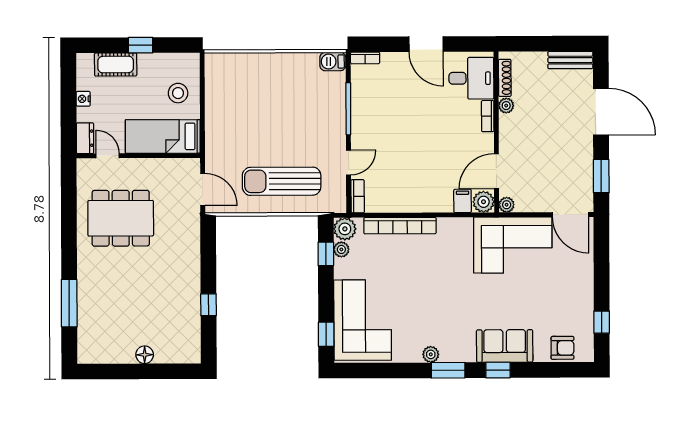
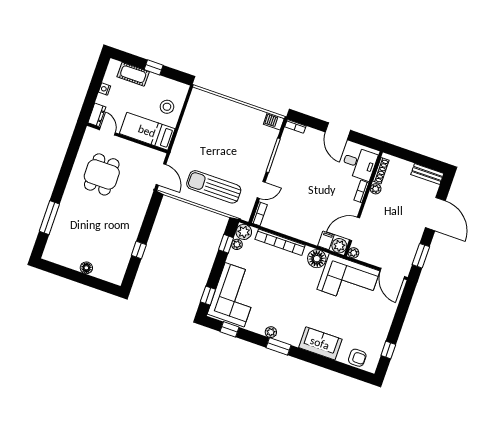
dining table: (121, 218) -> (102, 174), width x0.73
floor lamp: (459, 231) -> (317, 259), added
window: (498, 370) -> (230, 329), moved

